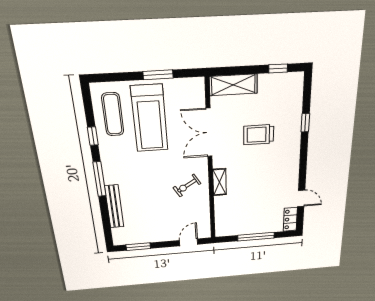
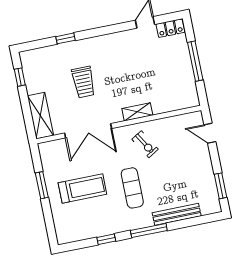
exercise mat: (113, 114) -> (132, 188), moved, turned 90
treadmill: (150, 119) -> (82, 189), width x0.73, depth x0.73

